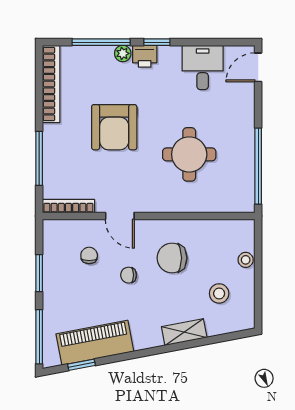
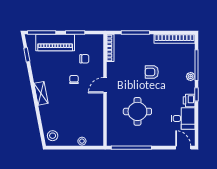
printer: (145, 56) -> (189, 100), moved
armchair: (114, 127) -> (152, 72), width x0.53, depth x0.53
door: (120, 216) -> (105, 85), moved
chair: (172, 258) -> (83, 102), removed
stool: (219, 293) -> (53, 136), moved
shelving: (184, 332) -> (41, 93), moved
piano: (95, 343) -> (55, 43), moved, turned 101

